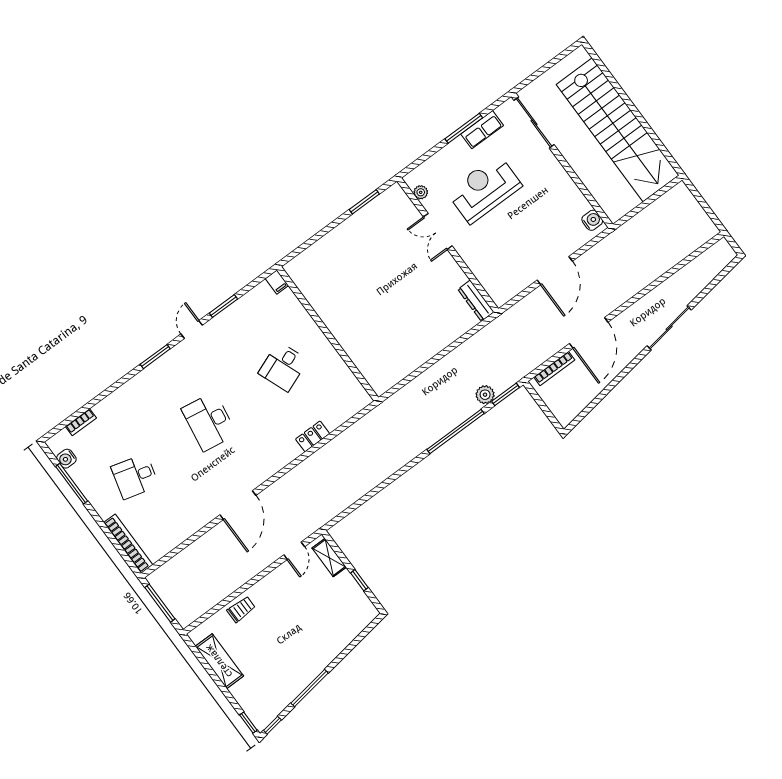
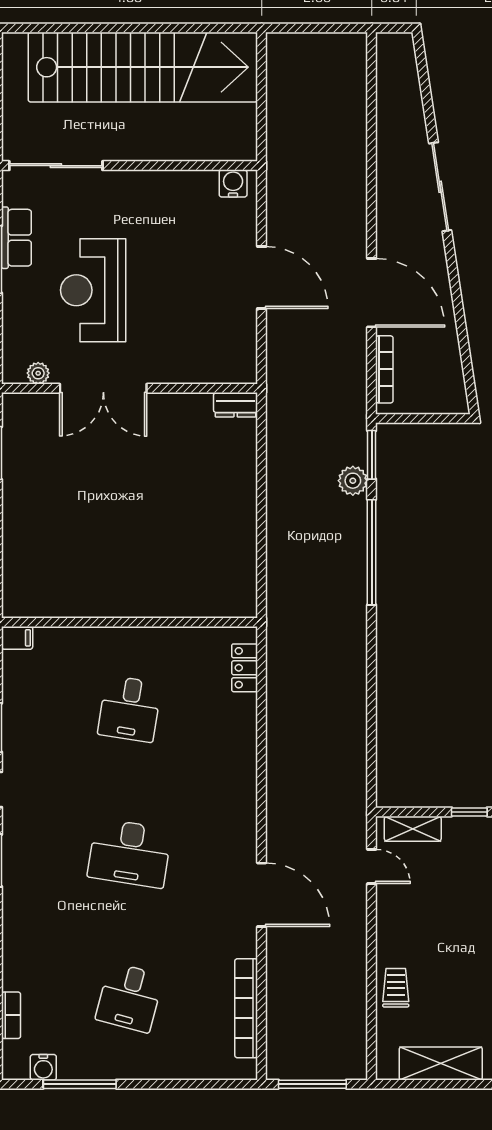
double door: (438, 231) -> (103, 388), width x1.37
dresser: (476, 301) -> (236, 405), width x0.70
desk: (283, 367) -> (130, 709), turned 30
locker: (313, 436) -> (245, 668), moved
bookcase: (128, 544) -> (246, 1008), moved, turned -90

